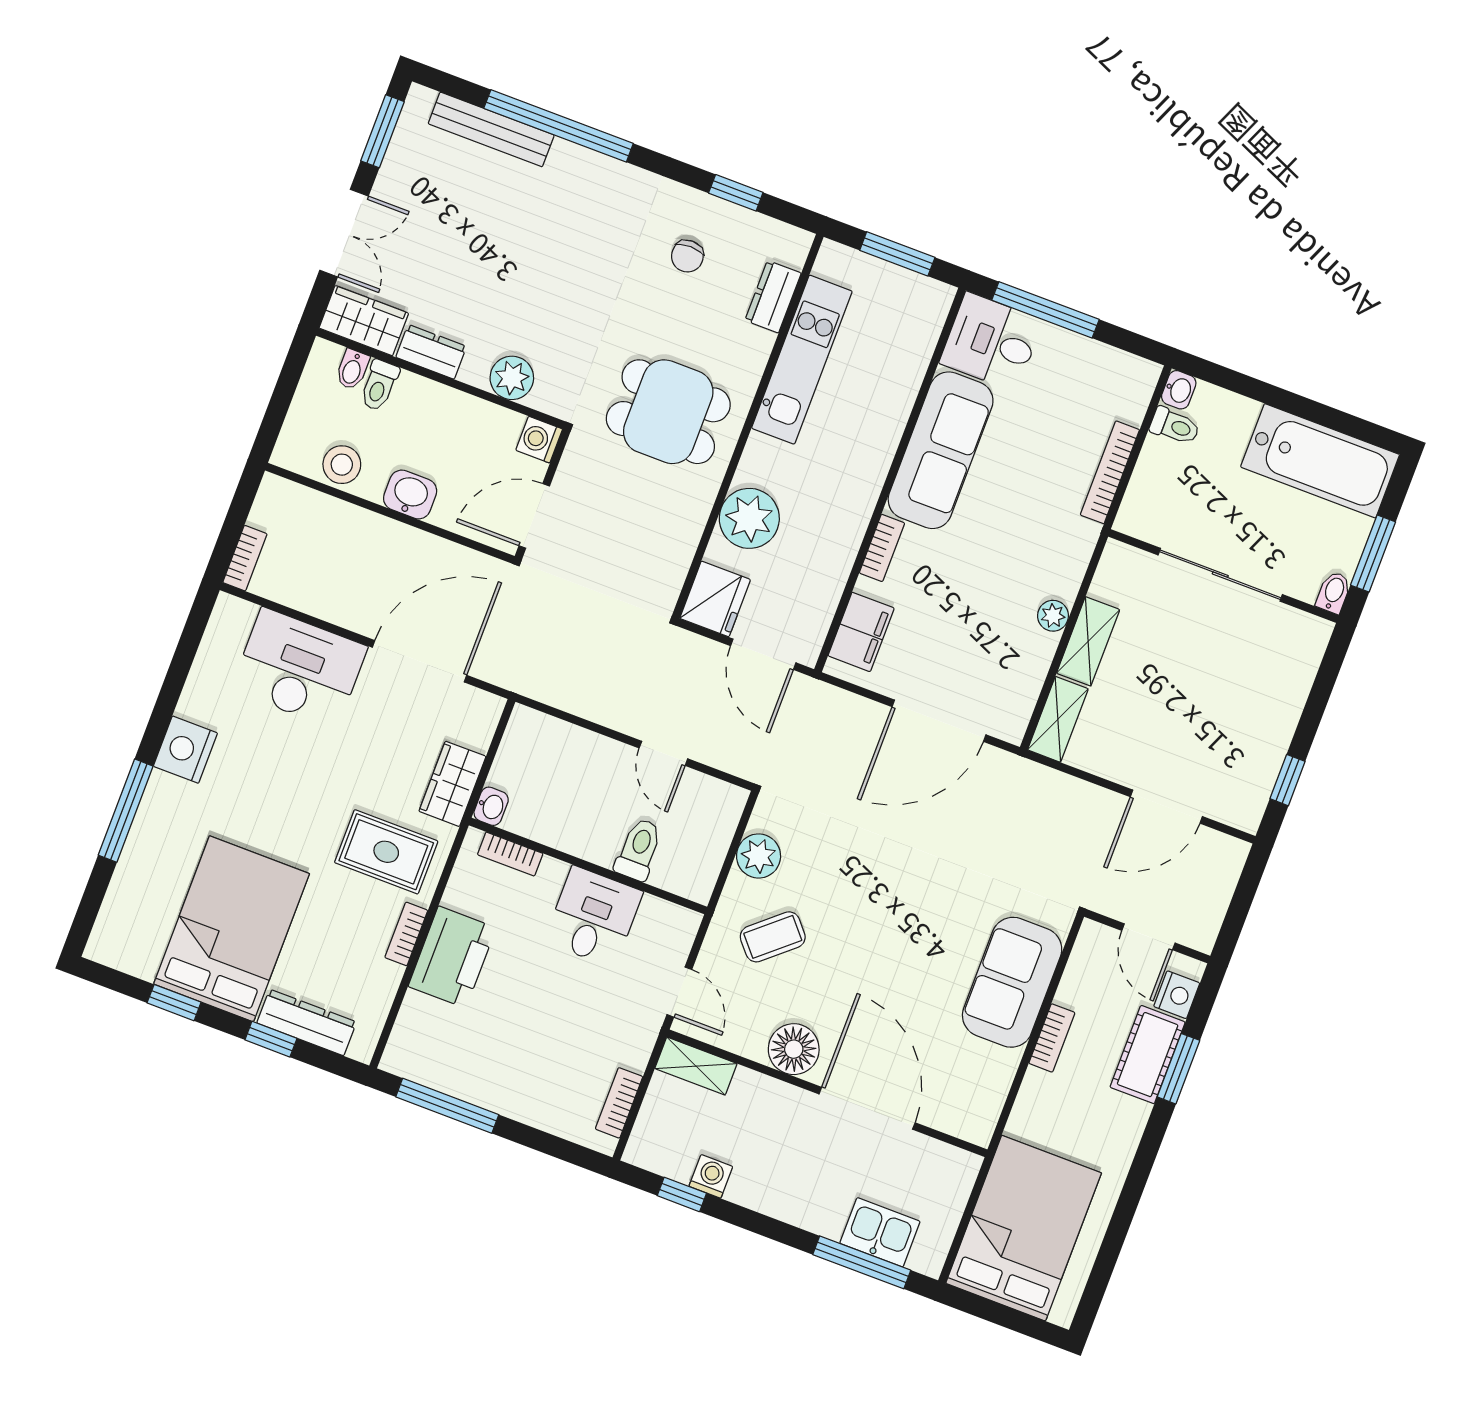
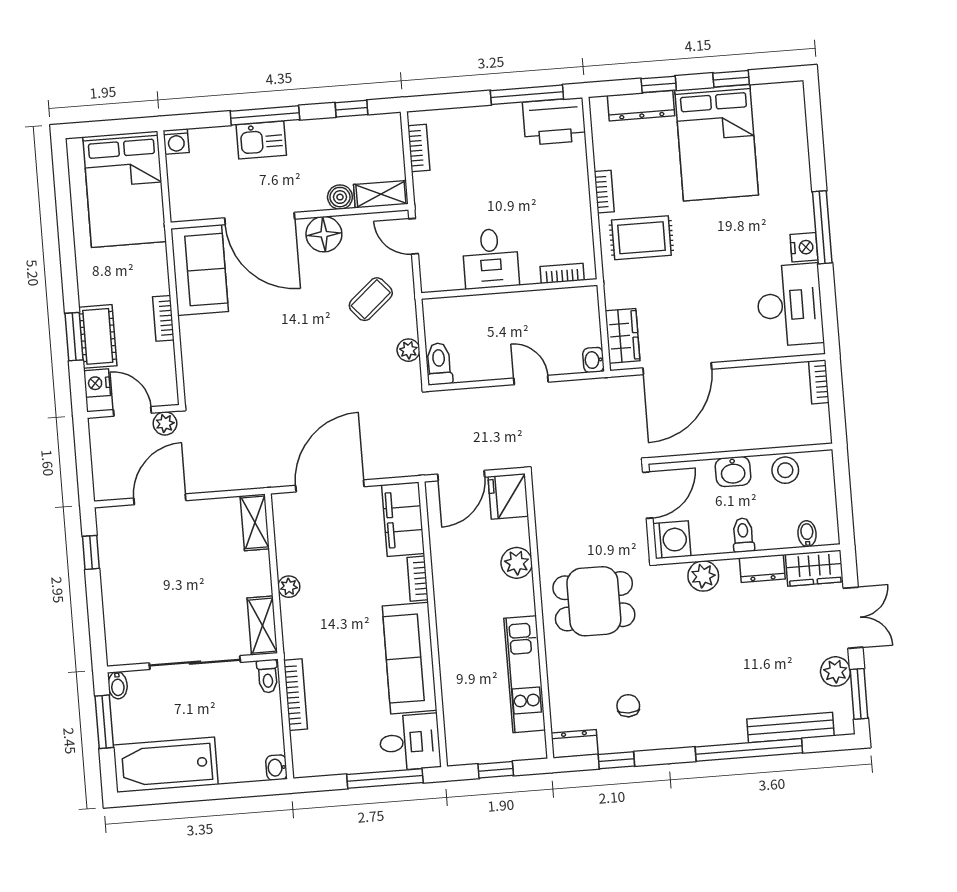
plant: (399, 174) -> (835, 671), added
double door: (344, 233) -> (853, 618), swing flipped
window: (897, 254) -> (496, 770), width x0.67
dresser: (773, 297) -> (575, 744), moved, turned -90
toilet: (379, 385) -> (743, 535), moved
toilet: (1175, 426) -> (268, 676), moved, turned -90
washing machine: (539, 440) -> (672, 540), width x1.38, depth x1.38
plant: (749, 518) -> (517, 563), width x0.73, depth x0.73
filing cabinet: (861, 632) -> (403, 519), width x1.50, depth x1.17
shelving: (1088, 641) -> (262, 626), moved
door: (763, 654) -> (461, 476), swing flipped
desk: (299, 668) -> (790, 305), moved, turned -90
nightstand: (185, 750) -> (804, 247), width x0.74, depth x0.75
door: (663, 753) -> (531, 380), moved
wardrobe: (452, 784) -> (623, 336), moved
washbasin: (491, 806) -> (593, 360), moved
window: (126, 811) -> (822, 227), moved
toilet: (639, 849) -> (439, 364), moved, turned 180
plant: (759, 856) -> (408, 350), width x0.73, depth x0.73
plant: (1114, 901) -> (165, 423), added
printer: (452, 957) -> (554, 122), moved, turned -90
sofa: (1012, 982) -> (200, 270), moved
boiler: (750, 1087) -> (340, 197), added
washing machine: (711, 1176) -> (176, 141), moved
kitchen sink: (880, 1232) -> (261, 140), moved
window: (862, 1262) -> (265, 115), moved

